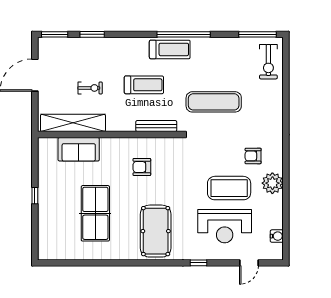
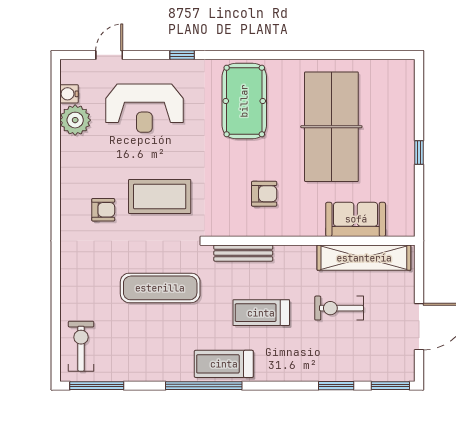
exercise bike: (90, 88) -> (339, 308), width x1.38, depth x1.39
plant: (272, 183) -> (75, 120), moved
coffee table: (229, 188) -> (160, 196), moved
table tennis table: (95, 213) -> (331, 127), width x1.36, depth x1.32
reception desk: (225, 226) -> (144, 108), turned 180

